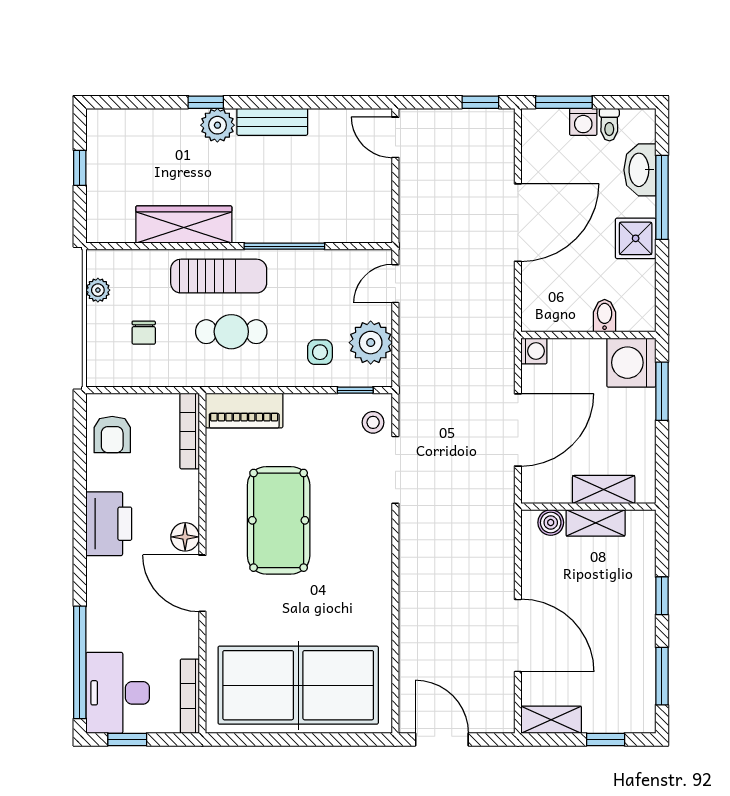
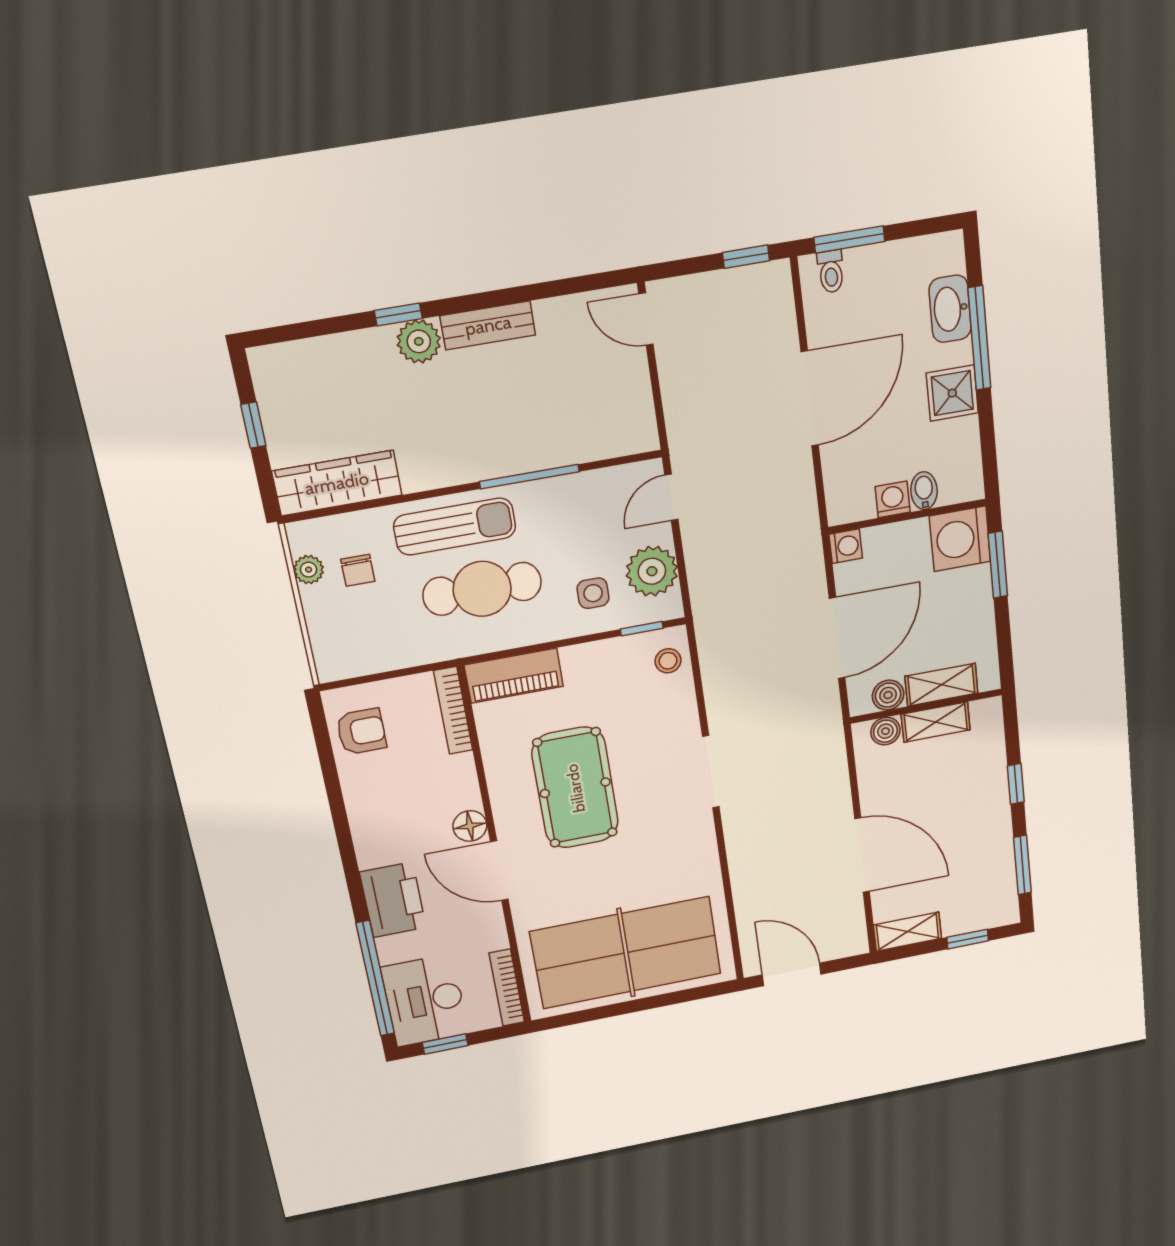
washing machine: (583, 122) -> (893, 499), moved, turned 180
toilet: (609, 125) -> (831, 271), moved
wardrobe: (184, 224) -> (337, 483), moved
cafe table: (231, 332) -> (482, 589), width x1.37, depth x1.35
chair: (144, 333) -> (358, 570), moved
armchair: (112, 435) -> (361, 731), turned -90
doorway: (395, 470) -> (711, 772), moved
boiler: (556, 490) -> (888, 695), added
printer: (109, 524) -> (393, 900), moved

